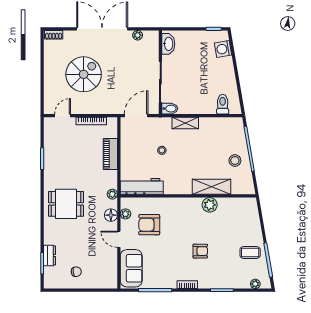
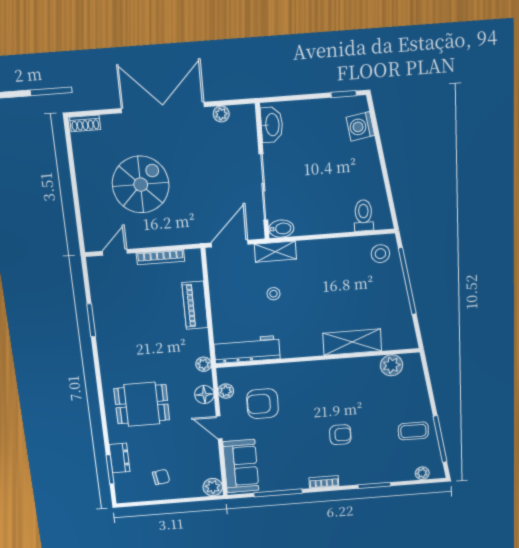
shelving: (185, 123) -> (275, 252), moved
stool: (235, 161) -> (380, 254), moved
dining table: (66, 204) -> (142, 404), moved
plant: (210, 205) -> (392, 365), moved
plant: (111, 282) -> (213, 487), added

